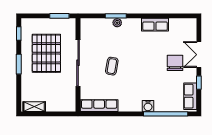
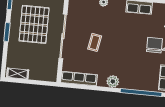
plant: (135, 105) -> (113, 81), added
water cooler: (148, 106) -> (125, 83), removed

